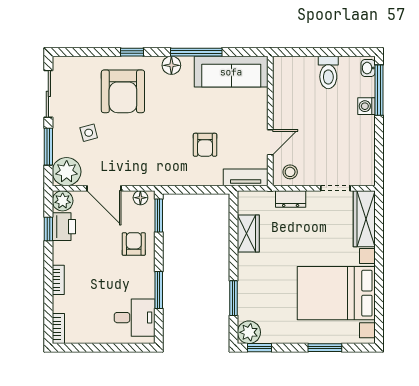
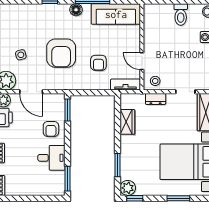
armchair: (123, 91) -> (61, 53), moved
door: (270, 142) -> (142, 61), swing flipped
floor lamp: (140, 198) -> (55, 98), removed
armchair: (134, 244) -> (51, 129), turned 180
window: (159, 290) -> (68, 179), moved
desk: (135, 318) -> (51, 158), moved

